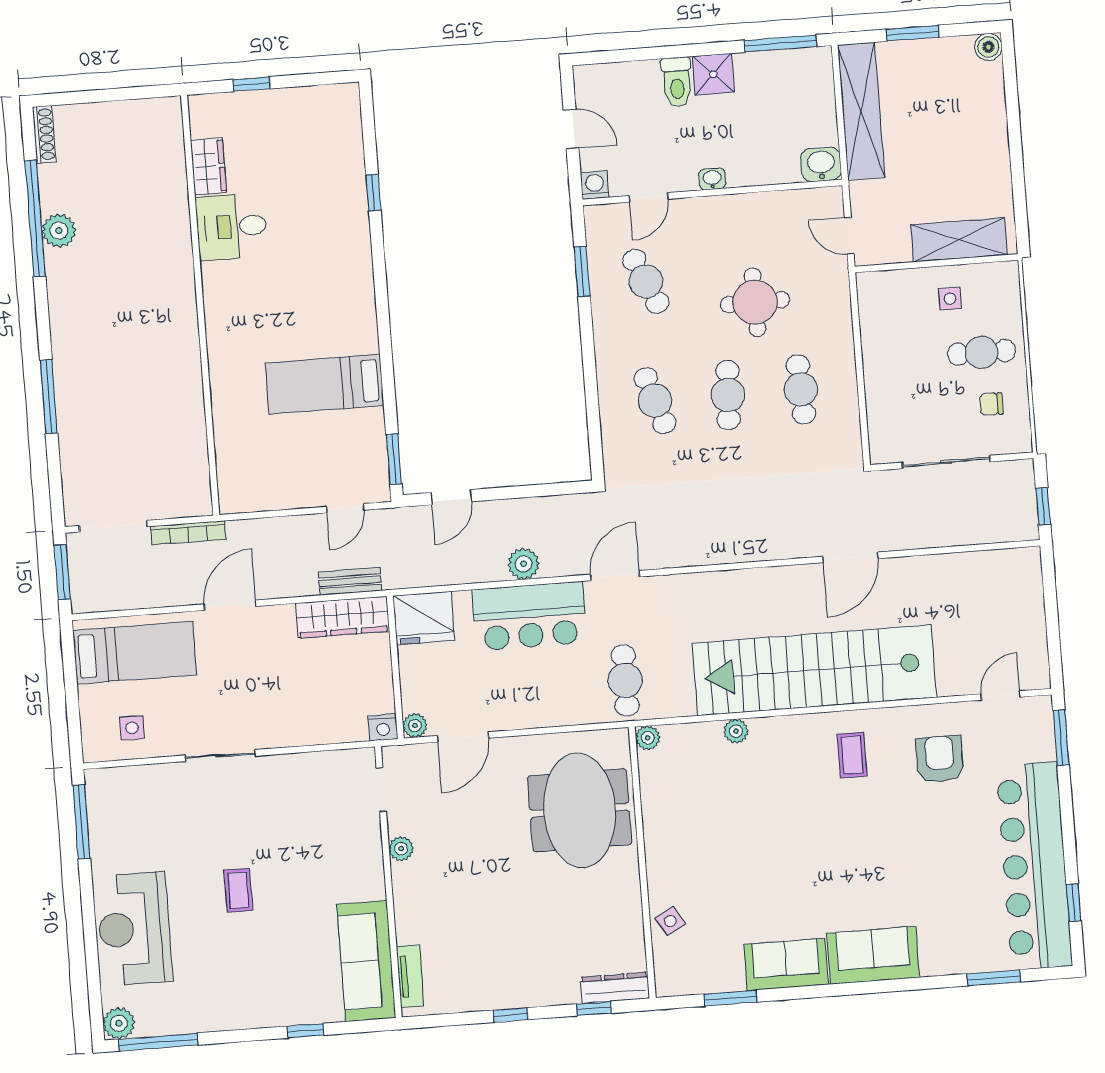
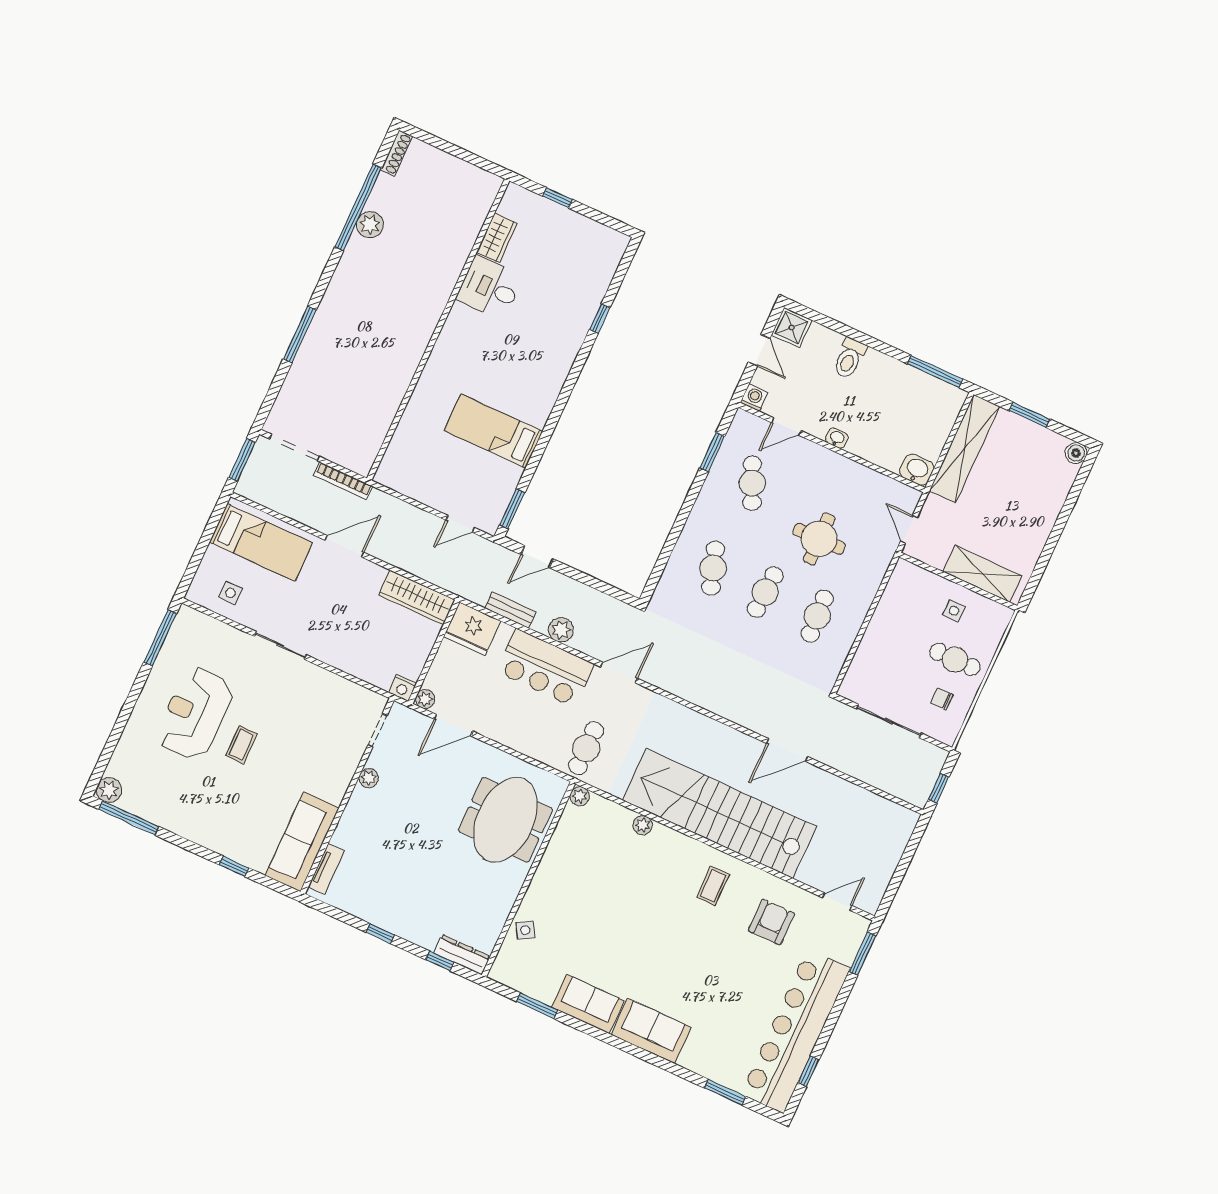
shower: (713, 74) -> (792, 328), moved
bench: (350, 581) -> (510, 610), moved
reception desk: (134, 929) -> (195, 713), moved

